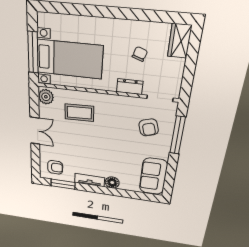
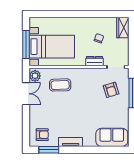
double door: (35, 131) -> (26, 94), moved
sofa: (153, 176) -> (112, 137), moved, turned 90
floor lamp: (112, 183) -> (89, 141), removed

